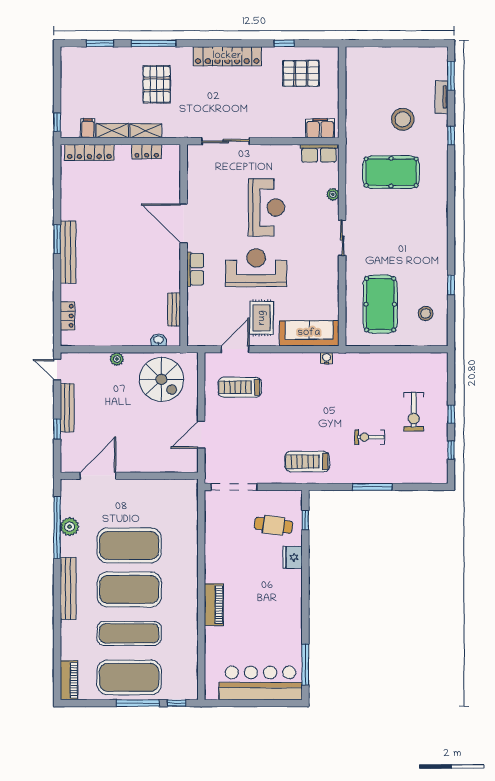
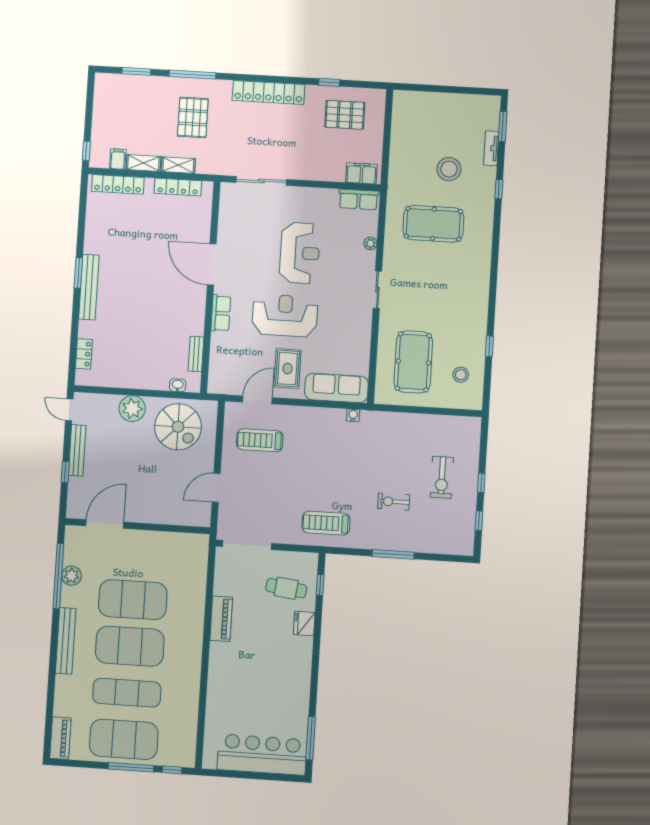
locker: (147, 152) -> (178, 187), width x1.53
plant: (117, 359) -> (132, 409), width x1.88, depth x1.88
piano: (214, 605) -> (221, 619), moved

